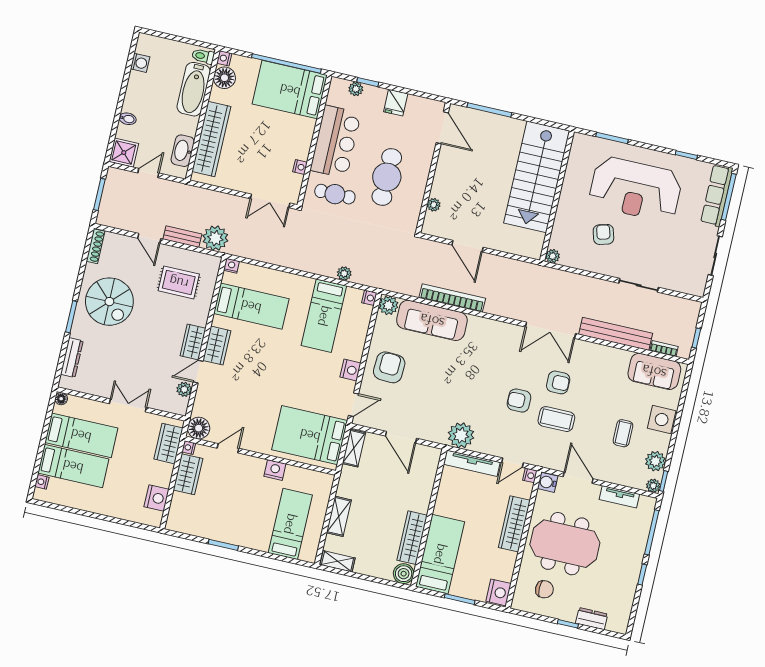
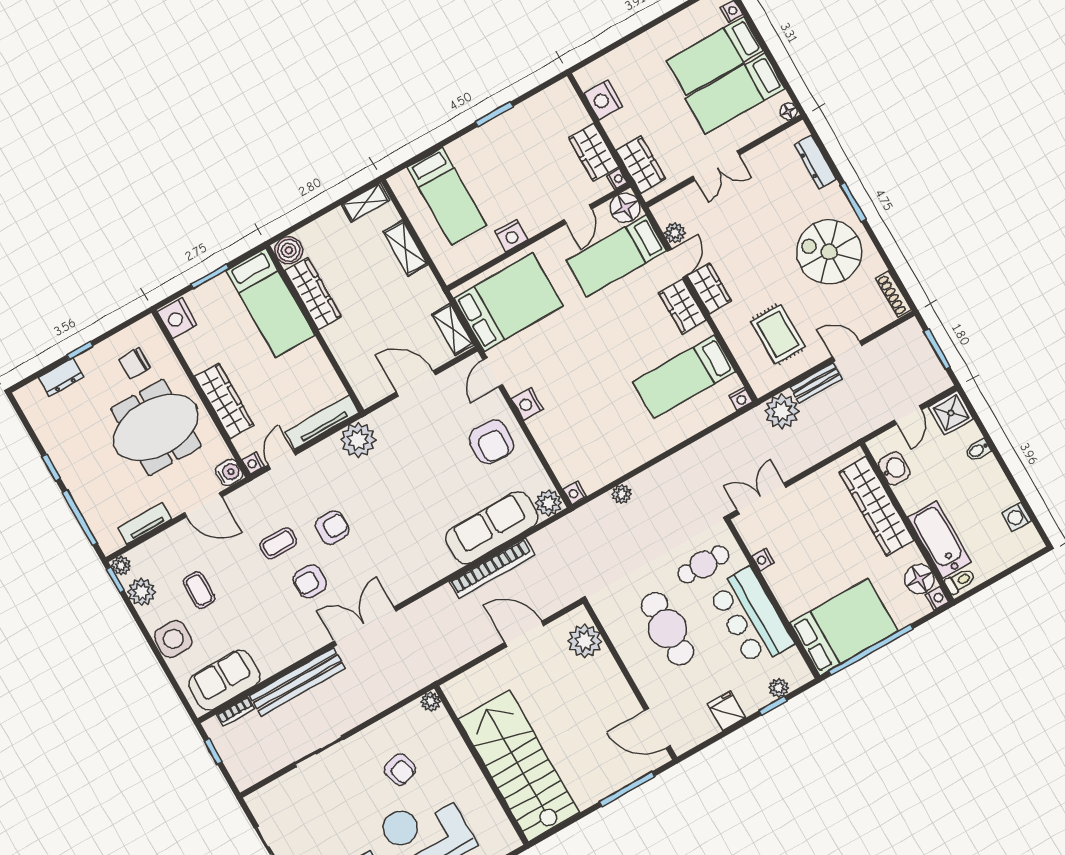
washbasin: (183, 151) -> (894, 469), width x0.72
plant: (434, 205) -> (585, 641), width x1.88, depth x1.88
rug: (179, 282) -> (778, 334), turned 90
bed: (324, 316) -> (616, 256), moved, turned -90
coffee table: (556, 419) -> (278, 543), width x0.73, depth x0.77

